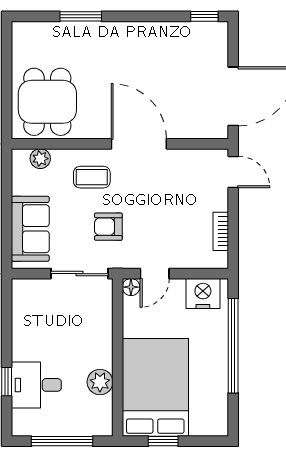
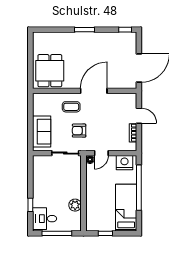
window: (81, 16) -> (85, 30), moved
door: (139, 144) -> (94, 91), hinge flipped
plant: (40, 159) -> (46, 98), removed
door: (233, 172) -> (139, 116), moved
desk: (36, 385) -> (45, 219), moved
bed: (155, 387) -> (126, 208), moved, width x0.67

